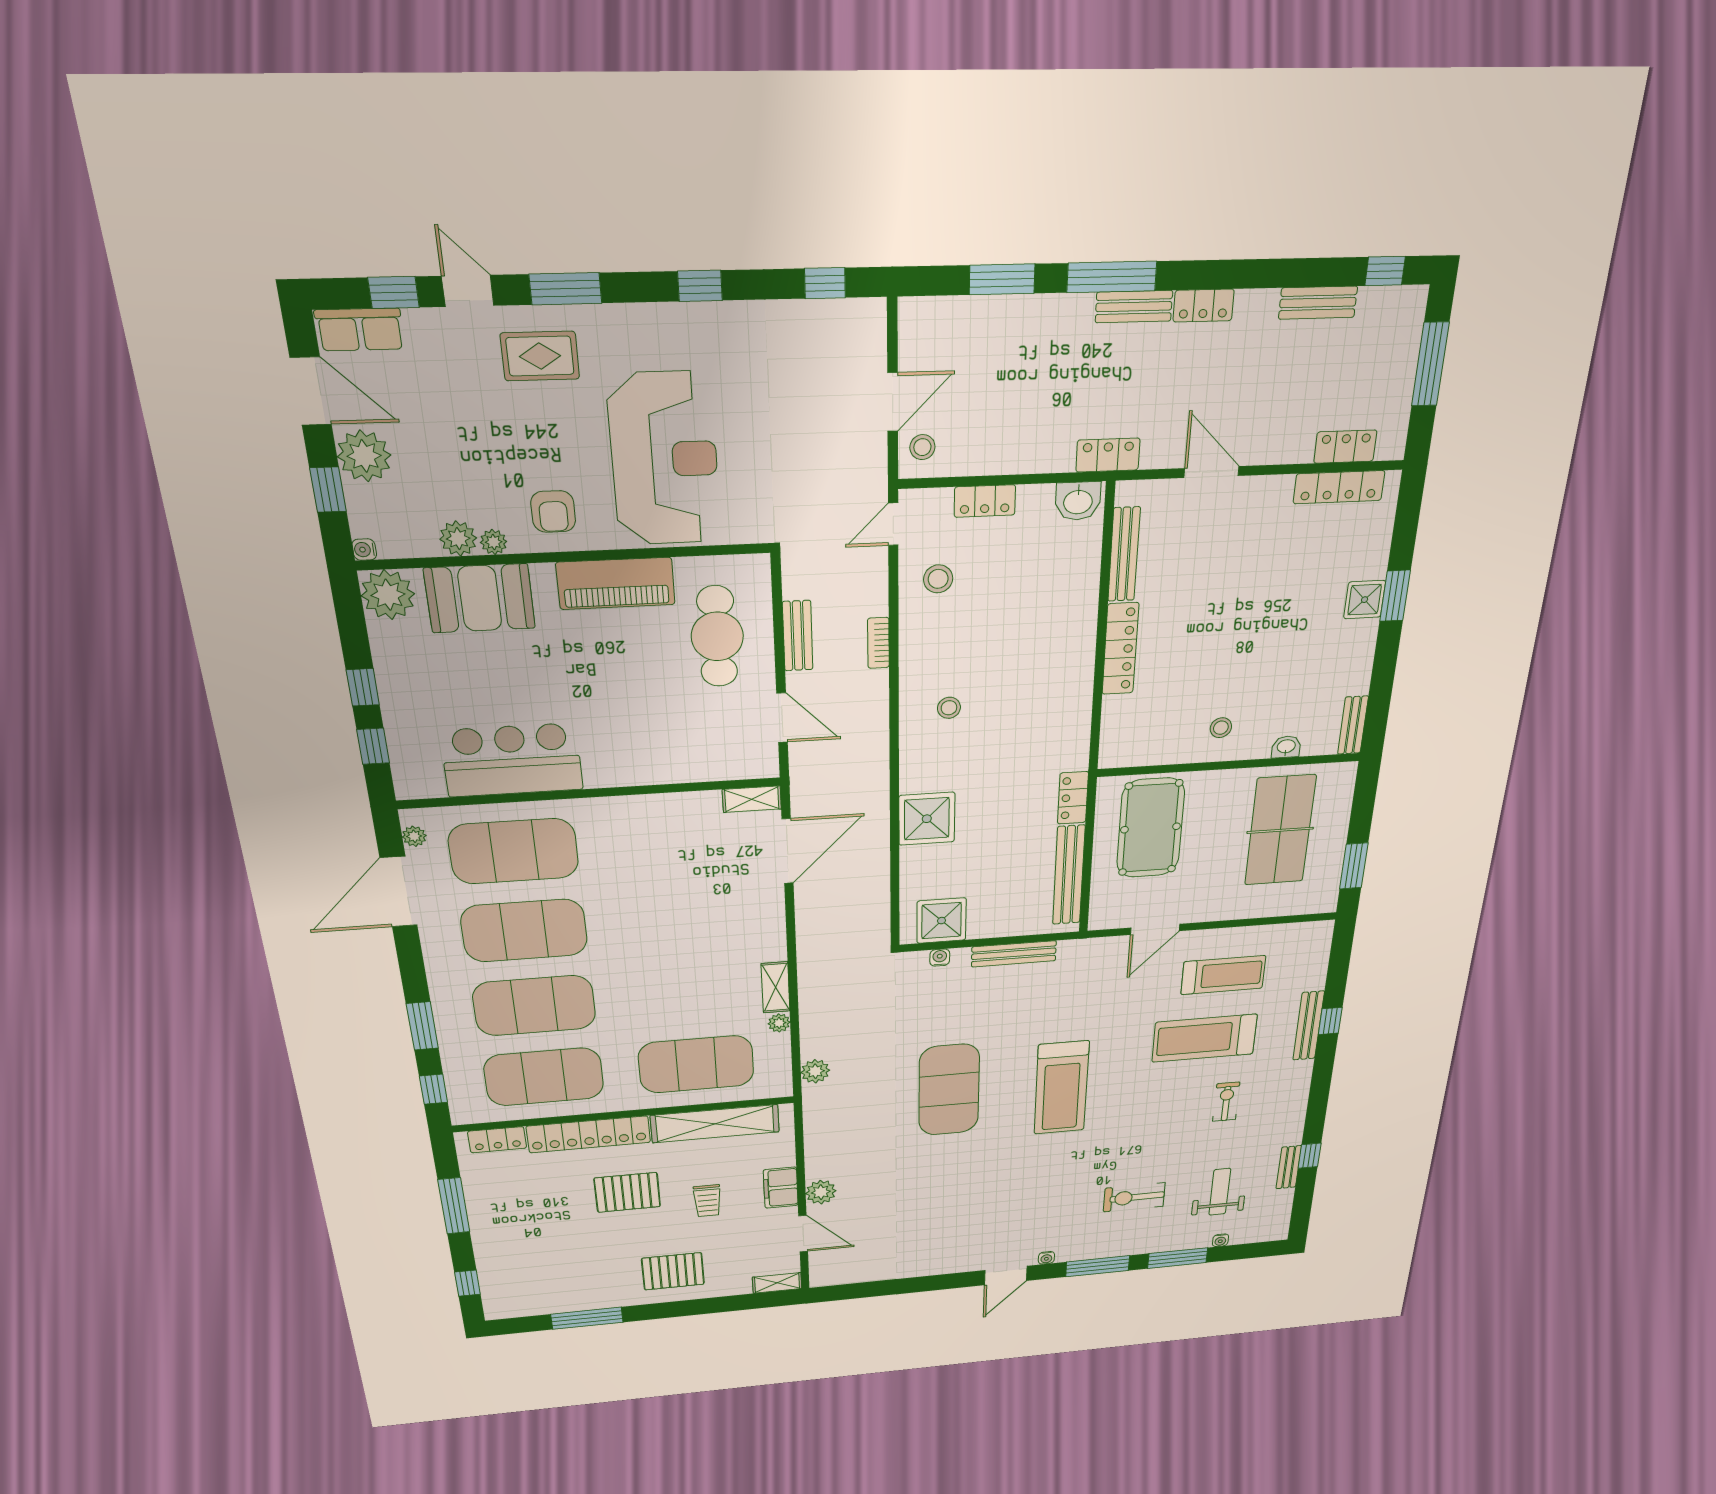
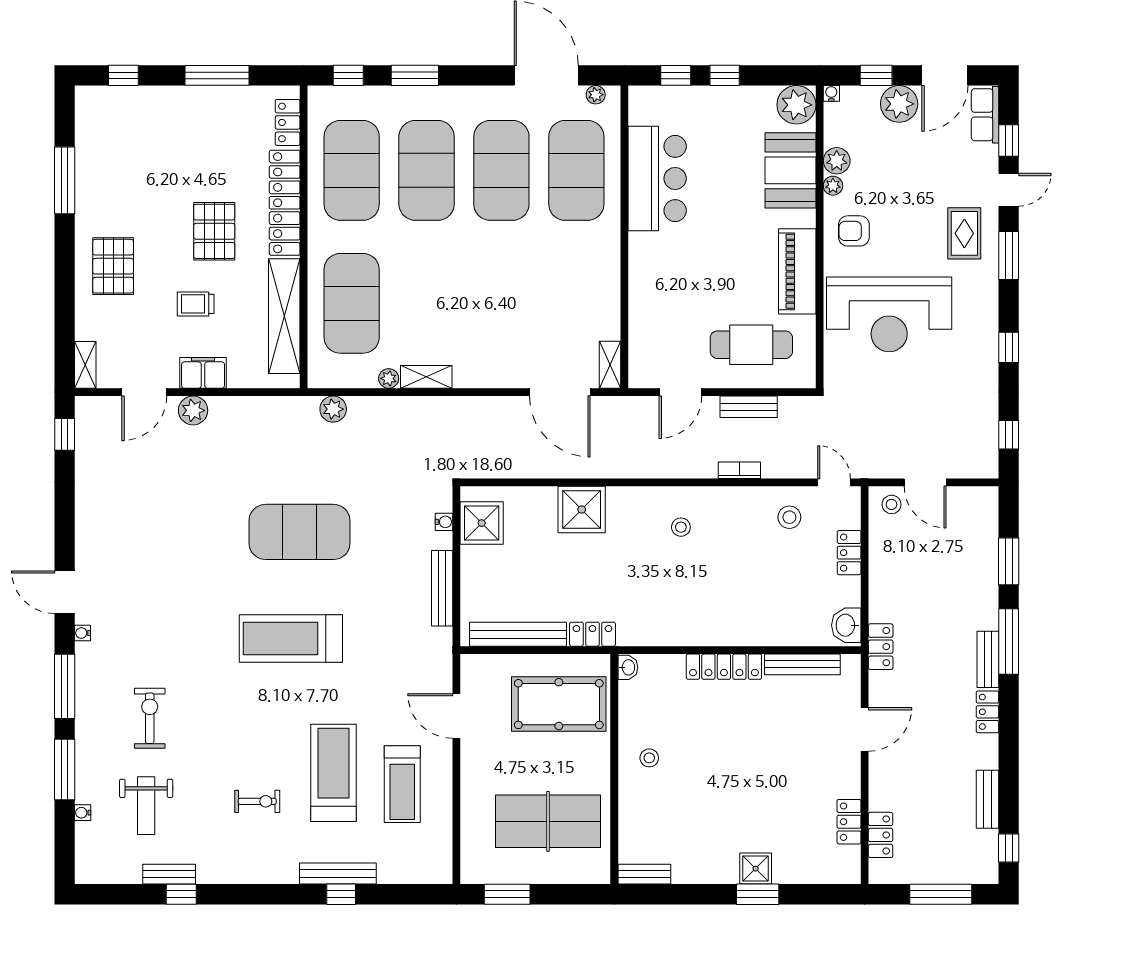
locker: (1339, 487) -> (849, 822), width x0.66
washbasin: (1286, 747) -> (628, 667), moved
weight bench: (1220, 1192) -> (146, 806), turned 90
window: (848, 1292) -> (65, 434), added

